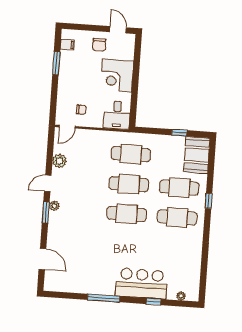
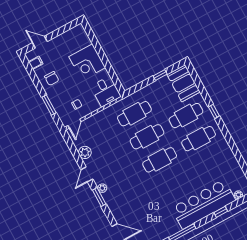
door: (118, 30) -> (40, 42), moved
chair: (99, 45) -> (52, 78), moved
window: (56, 63) -> (49, 105), moved
bar counter: (142, 283) -> (203, 204), width x1.36

